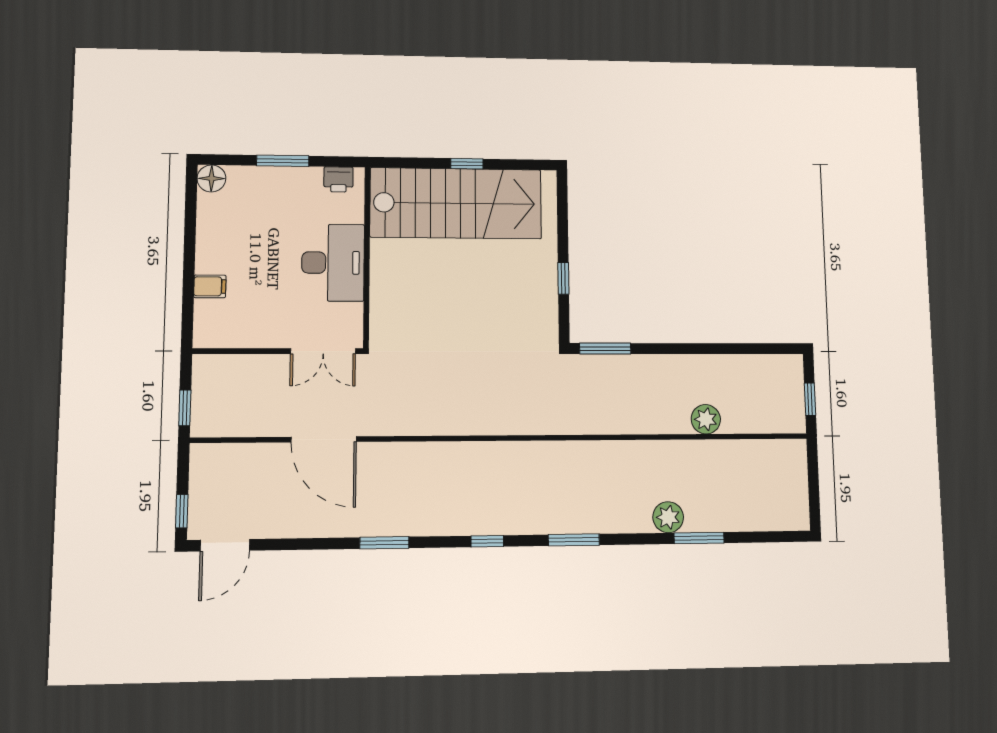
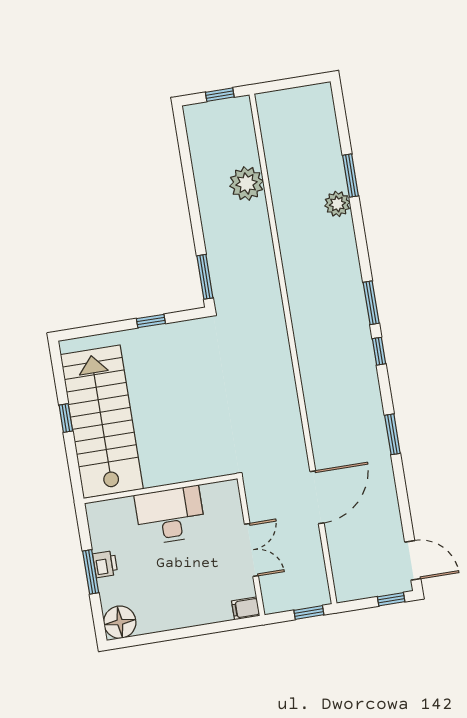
floor lamp: (211, 178) -> (120, 622), width x1.38, depth x1.38
printer: (338, 179) -> (105, 564), moved
filing cabinet: (210, 286) -> (246, 608), moved, turned -90
double door: (323, 351) -> (251, 550), moved
plant: (706, 419) -> (247, 183), width x1.36, depth x1.36
window: (574, 540) -> (371, 303), moved

